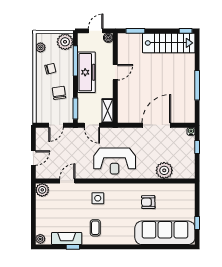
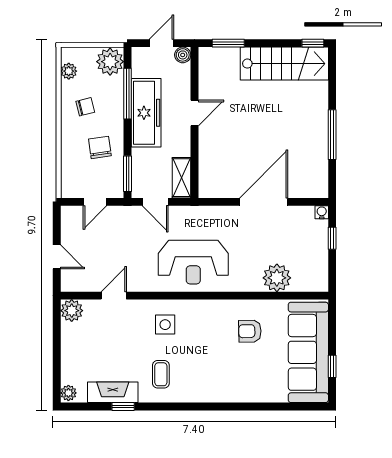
door: (33, 158) -> (57, 257), hinge flipped
sofa: (165, 233) -> (308, 352), moved, turned -90

